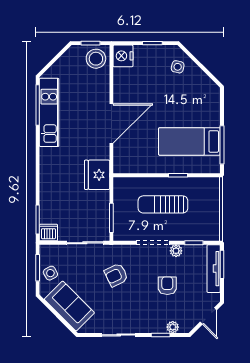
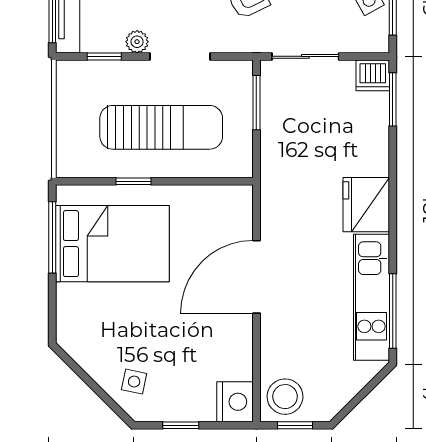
bed: (189, 141) -> (112, 244), width x1.50
fridge: (97, 175) -> (366, 205), moved, turned 180
sun lounger: (163, 204) -> (161, 127), width x1.36, depth x1.34

